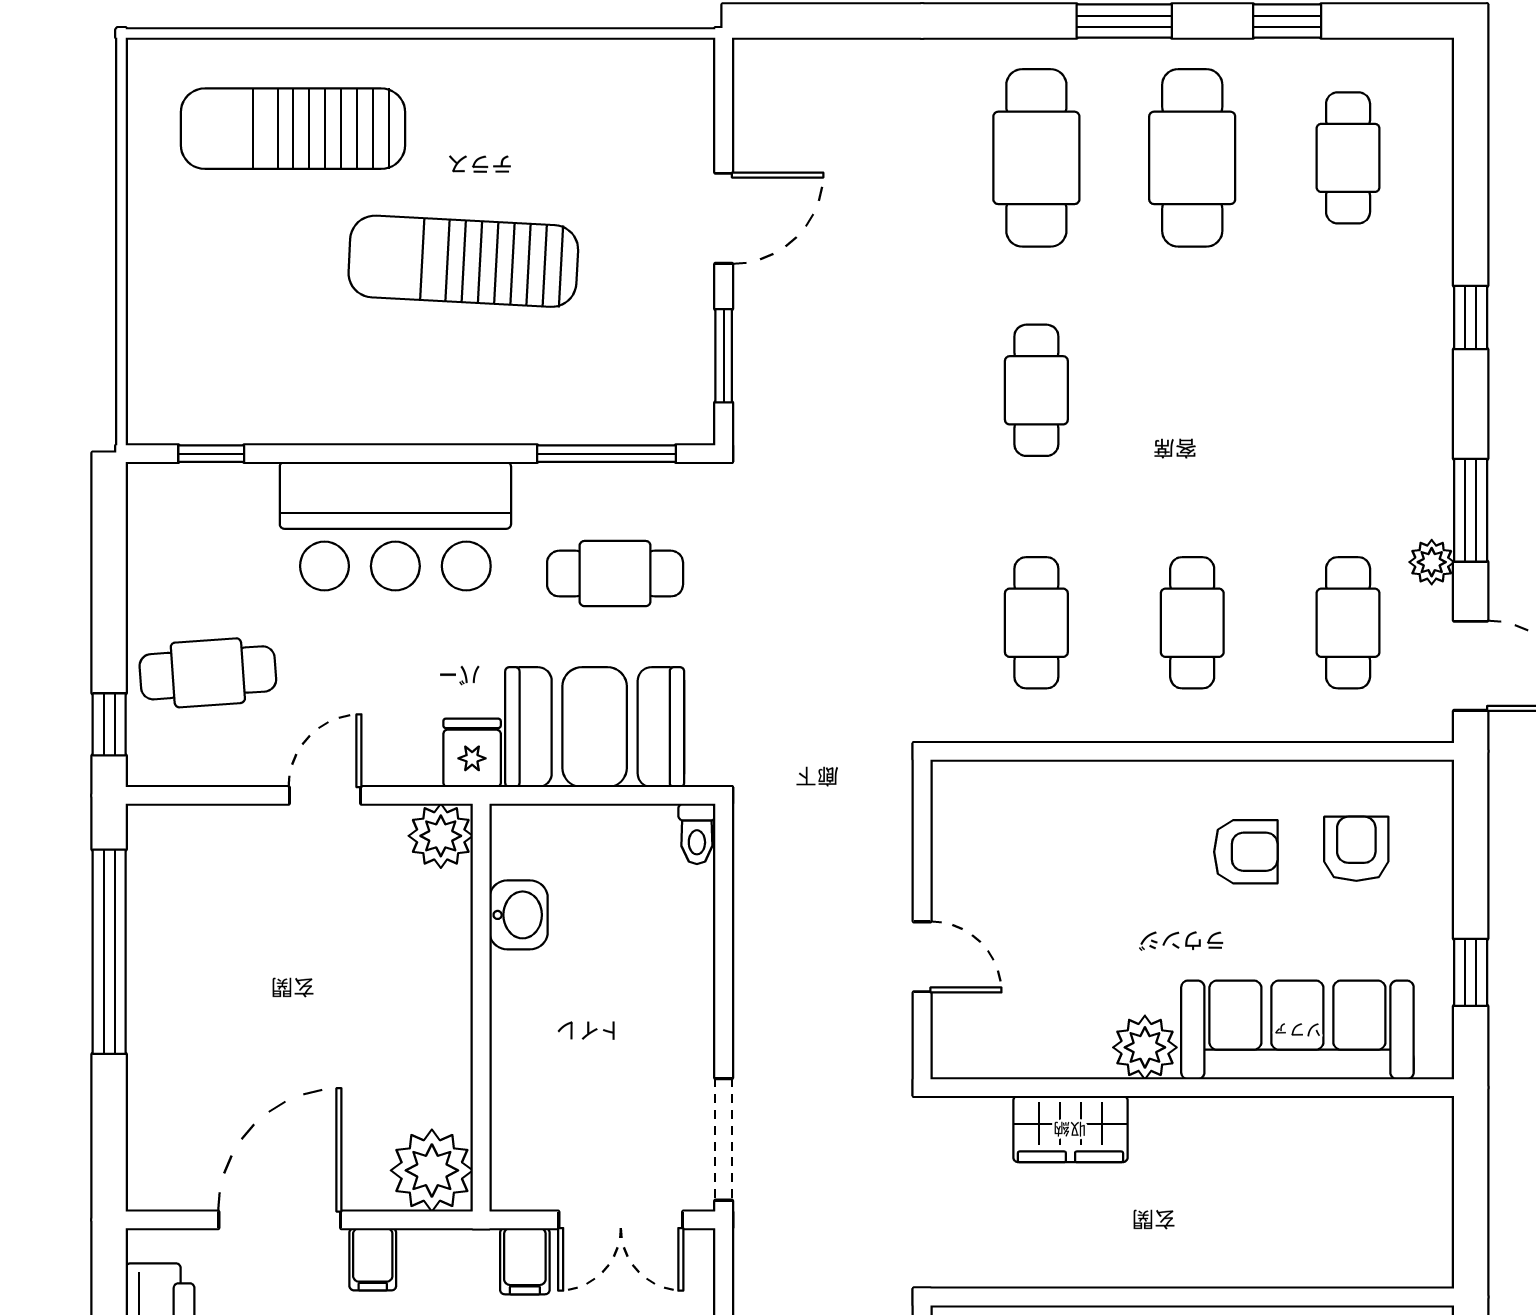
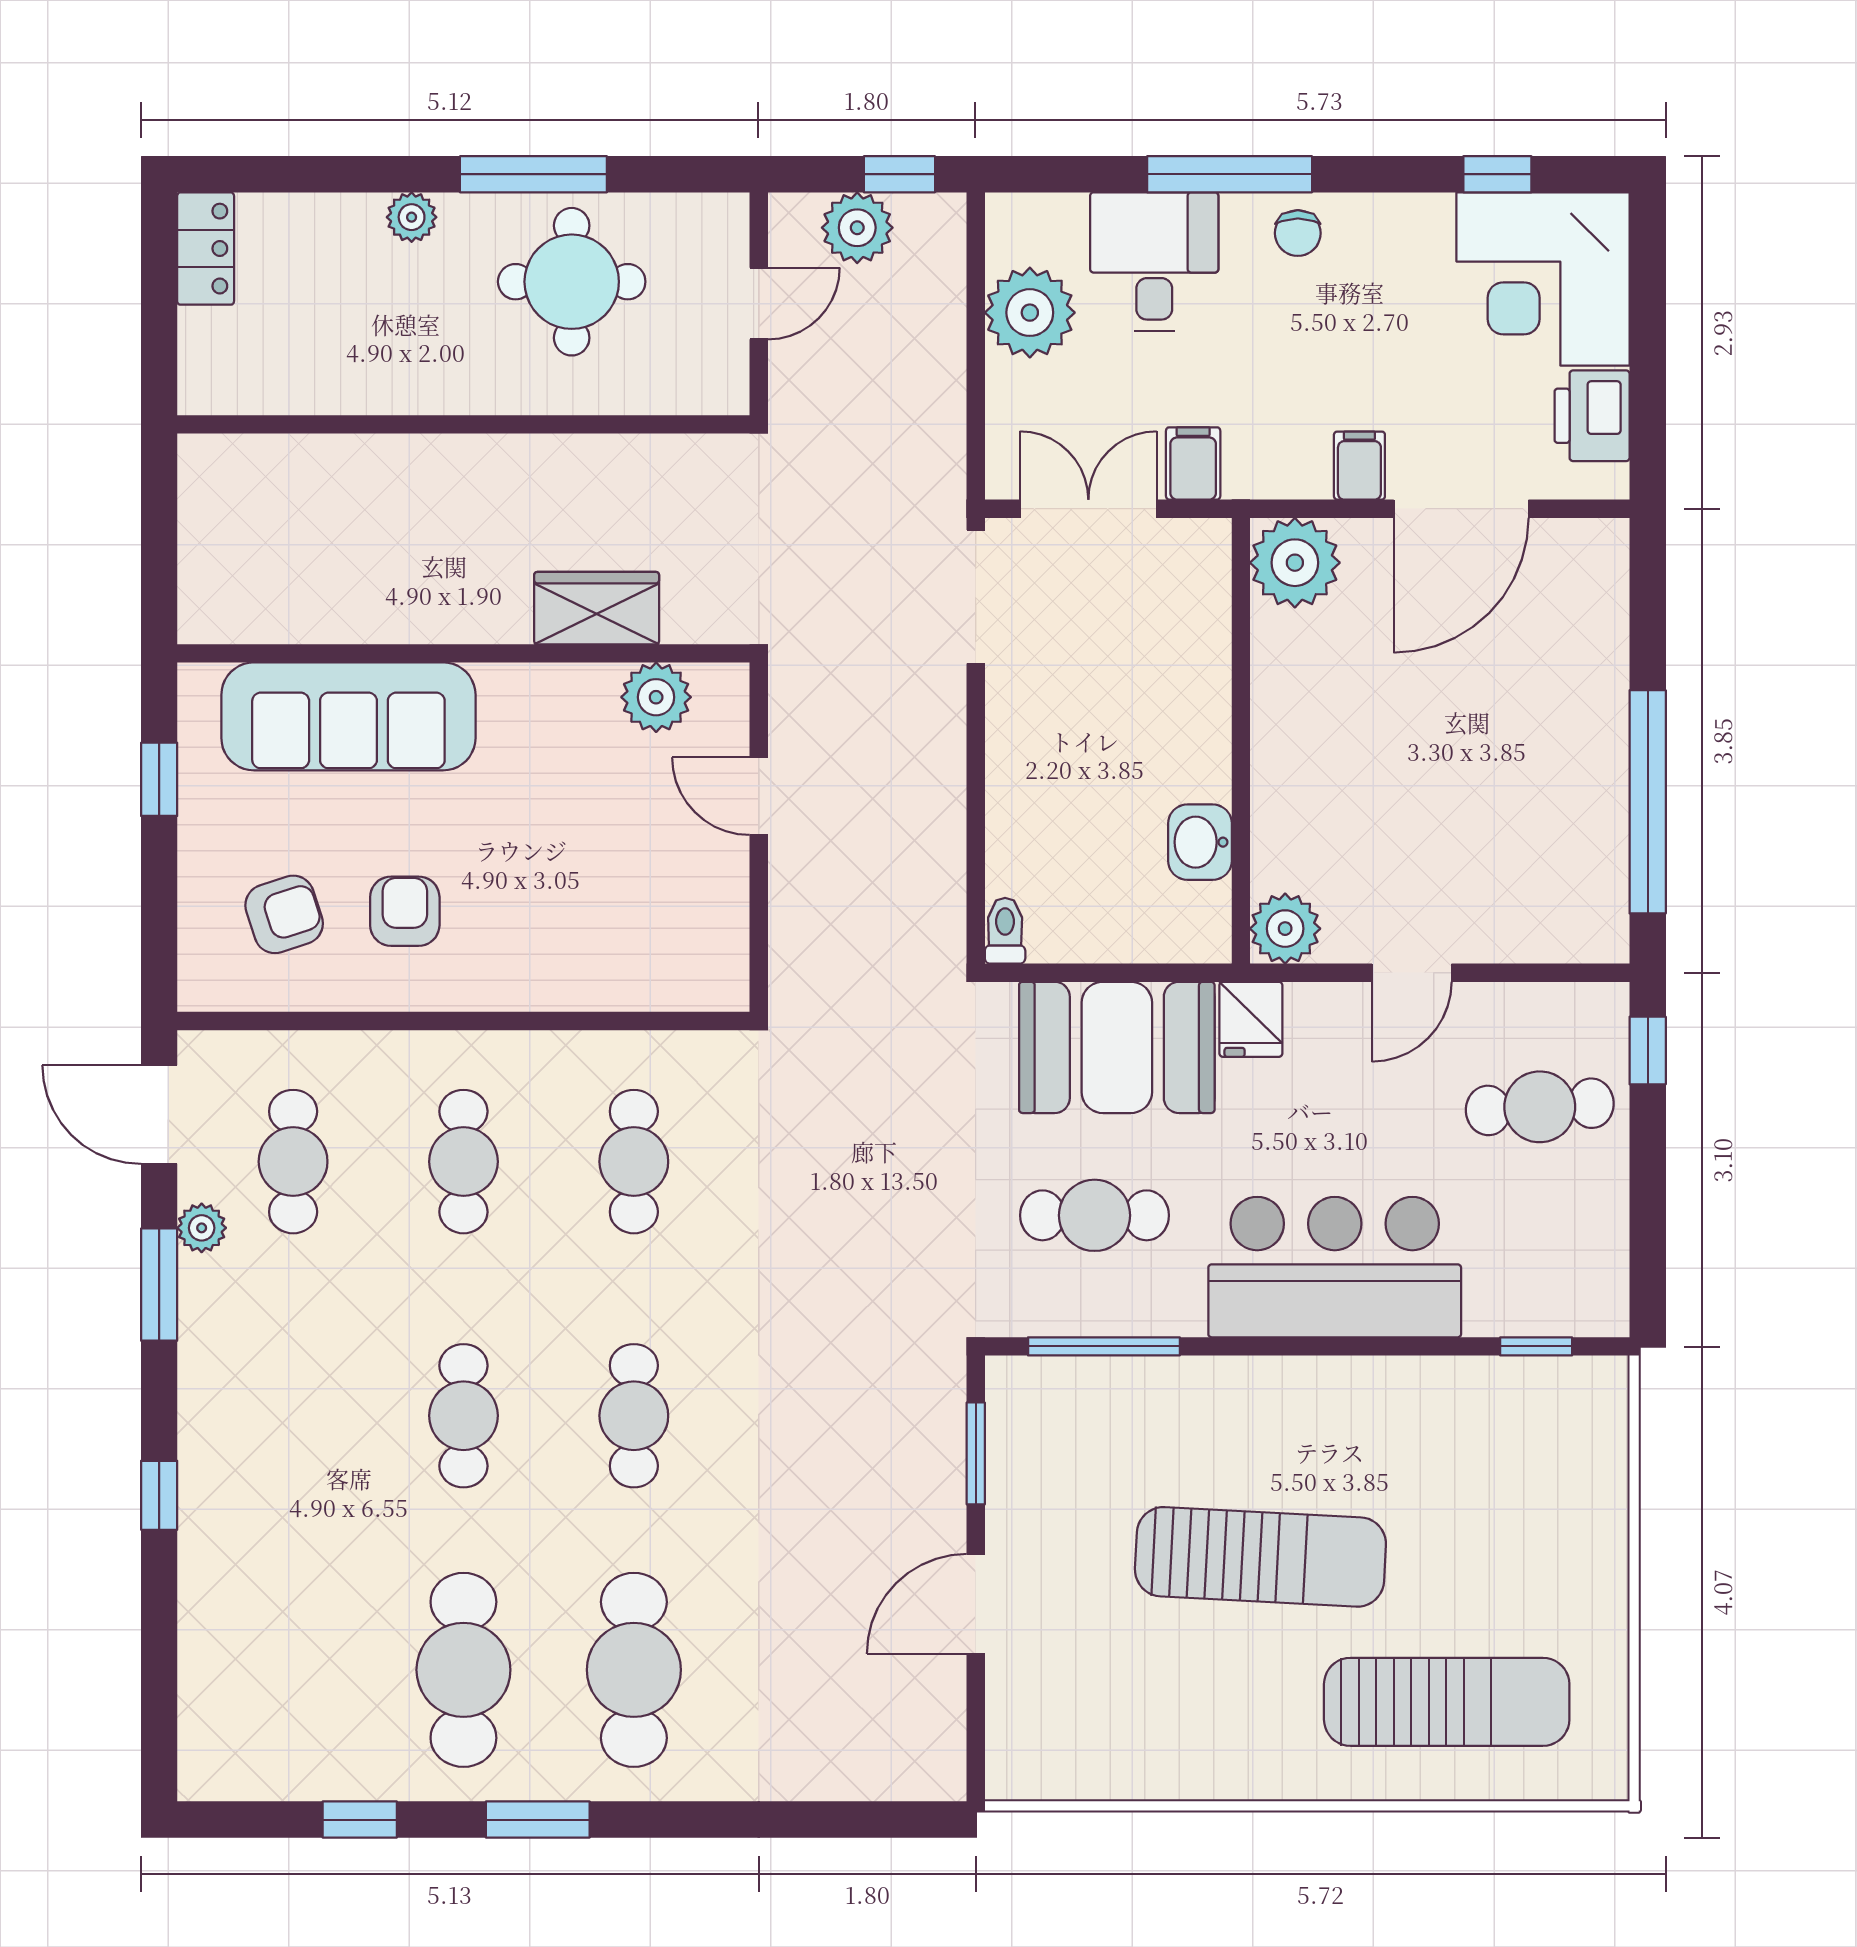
cafe table: (1348, 158) -> (463, 1416), moved
armchair: (1356, 849) -> (284, 914), turned -108
armchair: (1246, 852) -> (405, 911), turned 90
plant: (1145, 1047) -> (656, 697), moved

